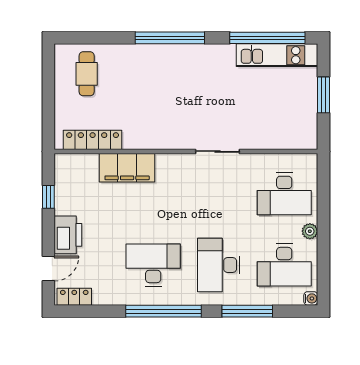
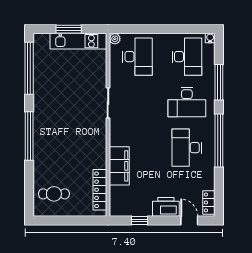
kitchen unit: (277, 55) -> (78, 41), moved, turned 90
plant: (310, 231) -> (115, 39), moved

